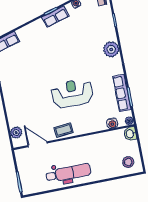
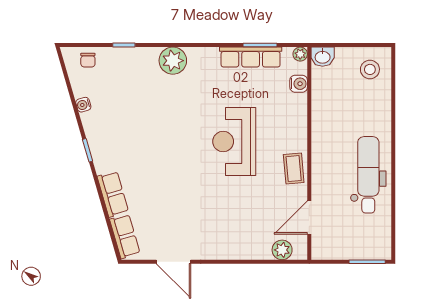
row of seats: (55, 17) -> (113, 194), moved

